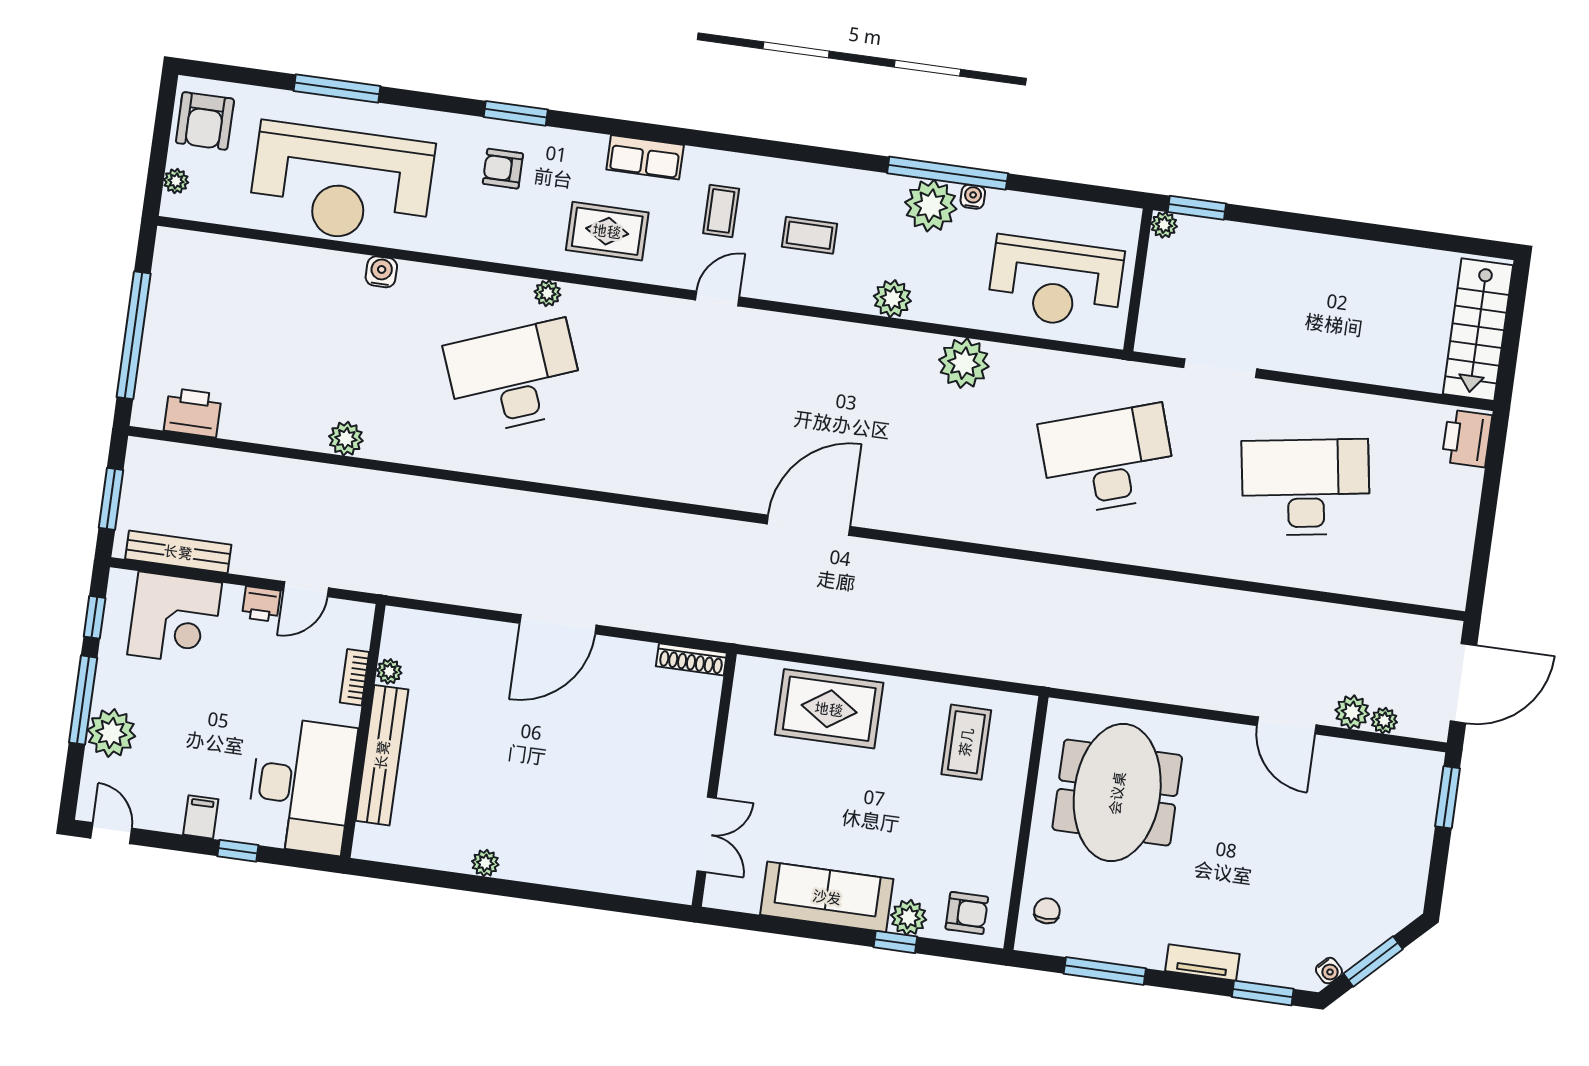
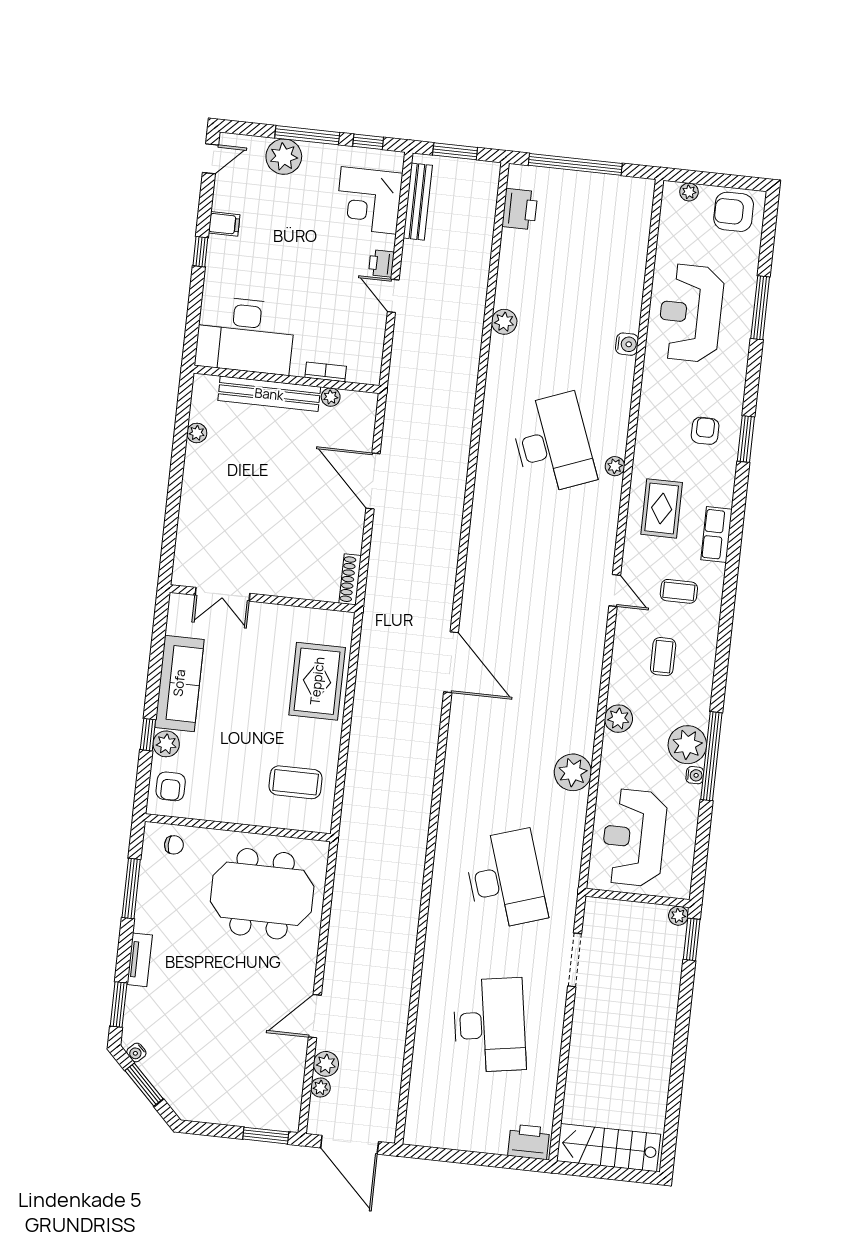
reception desk: (342, 184) -> (691, 313), width x0.74, depth x0.77
plant: (389, 671) -> (331, 397), moved
bookcase: (355, 677) -> (326, 372), moved
wall: (363, 731) -> (287, 379), moved
bench: (382, 755) -> (269, 394), moved
desk: (301, 786) -> (245, 335), moved

